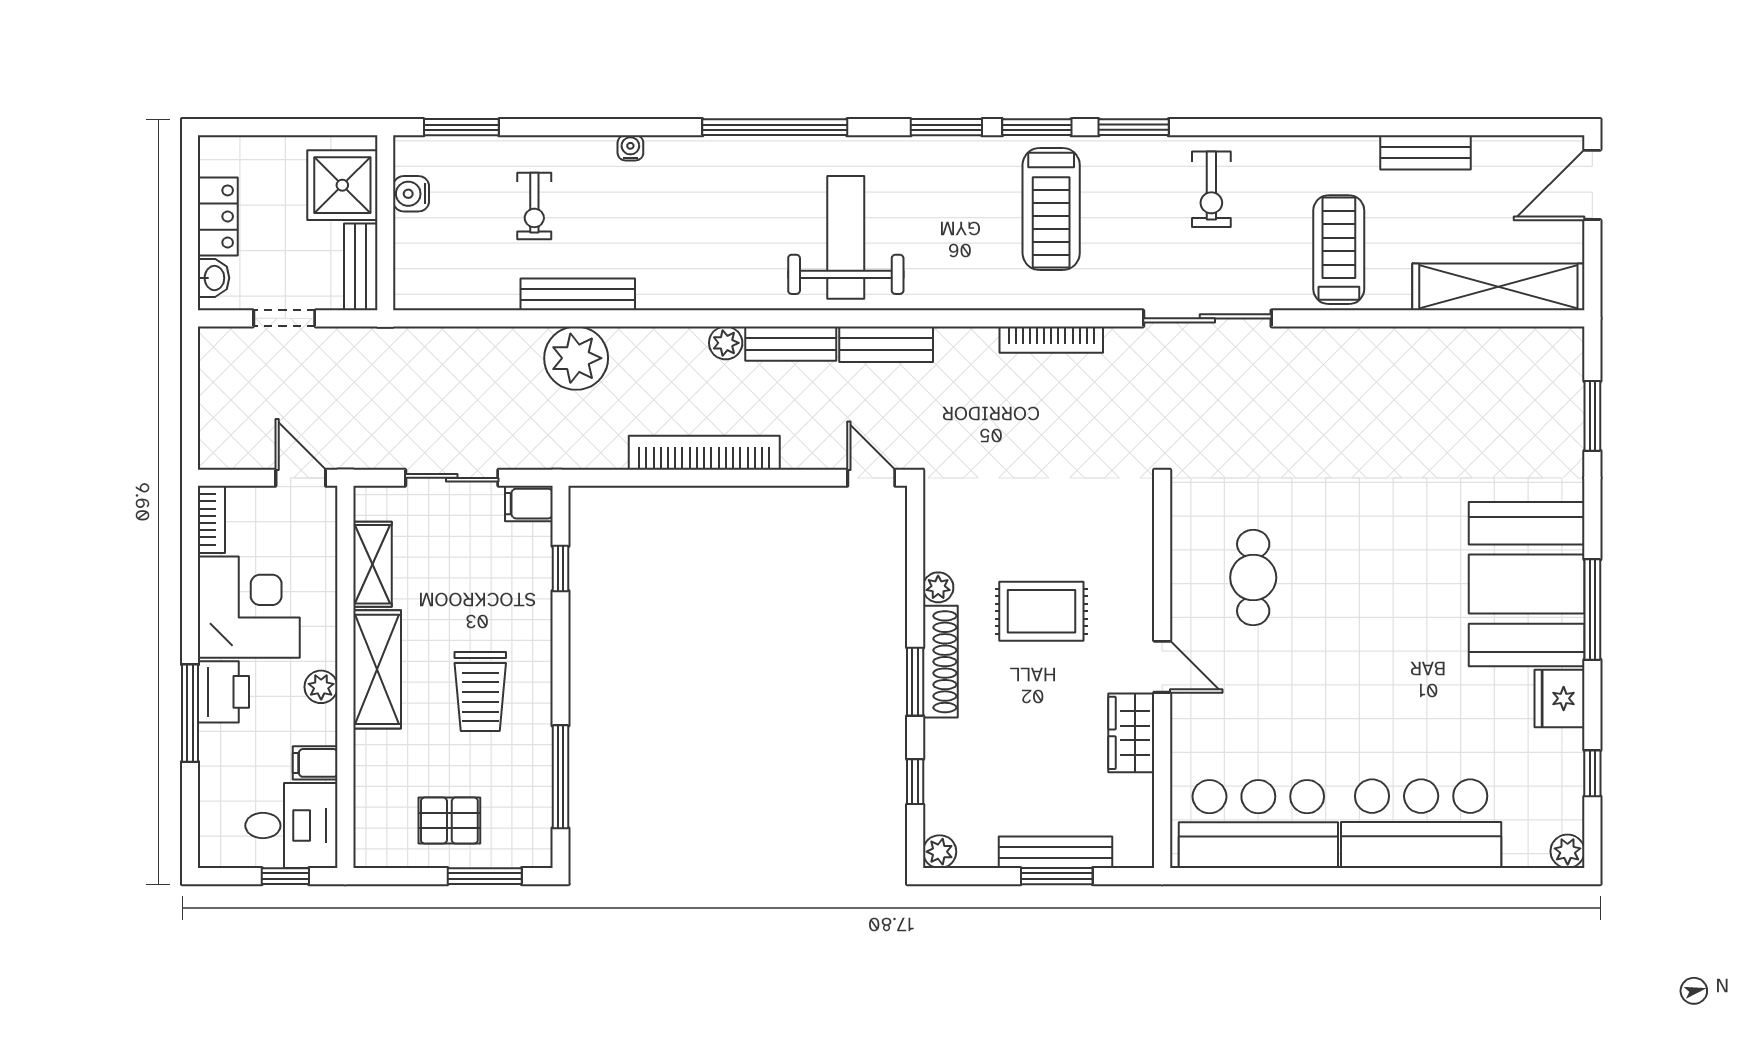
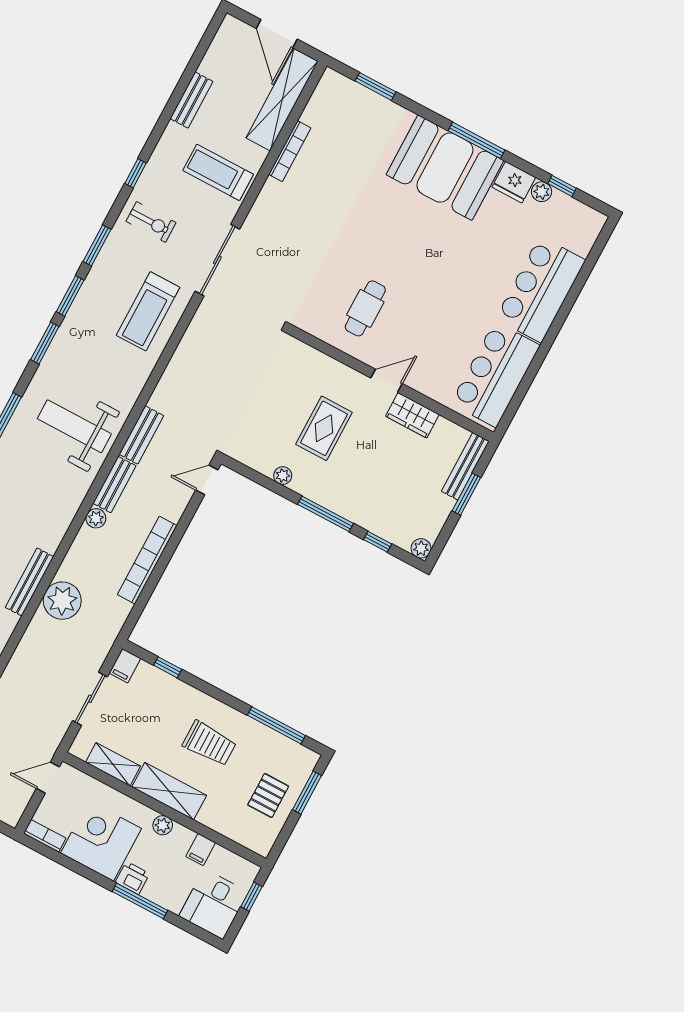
window: (1272, 127) -> (136, 173), added
door: (1592, 185) -> (277, 34), moved
treadmill: (1051, 209) -> (148, 311), moved, turned 90
bookcase: (1051, 340) -> (290, 151), moved
cafe table: (1253, 578) -> (365, 308), turned 90
shoe rack: (940, 662) -> (322, 495), removed
window: (915, 682) -> (325, 514), width x1.44
printer: (223, 692) -> (132, 878), width x0.73, depth x0.81
desk: (291, 826) -> (214, 904), moved, turned 180
plant: (1568, 851) -> (542, 192), moved
bench: (1056, 852) -> (465, 466), moved

